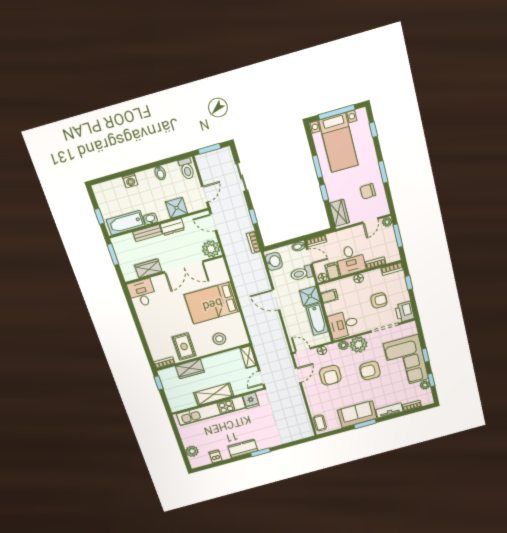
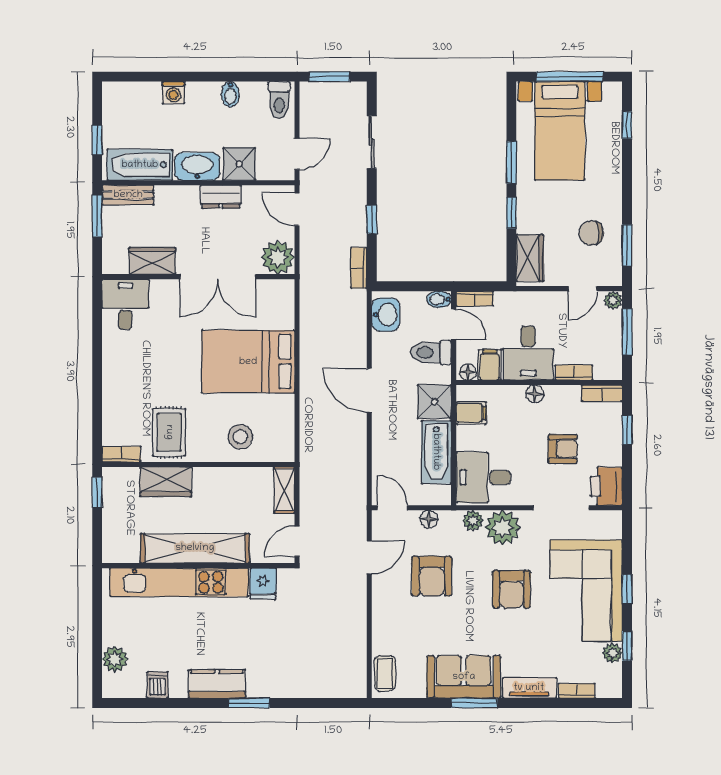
window: (383, 172) -> (627, 245), moved
washbasin: (151, 219) -> (197, 166), width x1.91, depth x1.45
bench: (148, 233) -> (128, 195), moved
armchair: (370, 371) -> (511, 589), turned -90
shelving: (214, 394) -> (195, 548), width x1.47

